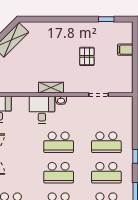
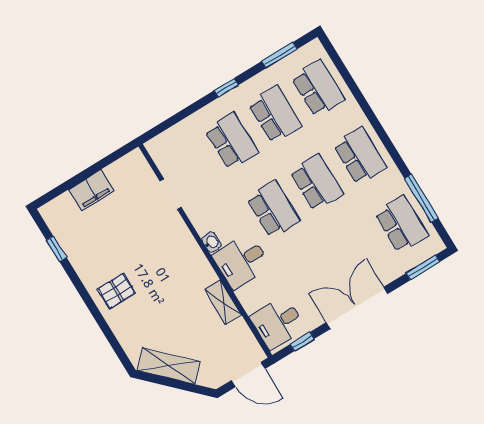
filing cabinet: (125, 50) -> (91, 190), width x2.00
pallet: (87, 56) -> (116, 291), moved
shelving: (51, 88) -> (223, 302), moved

